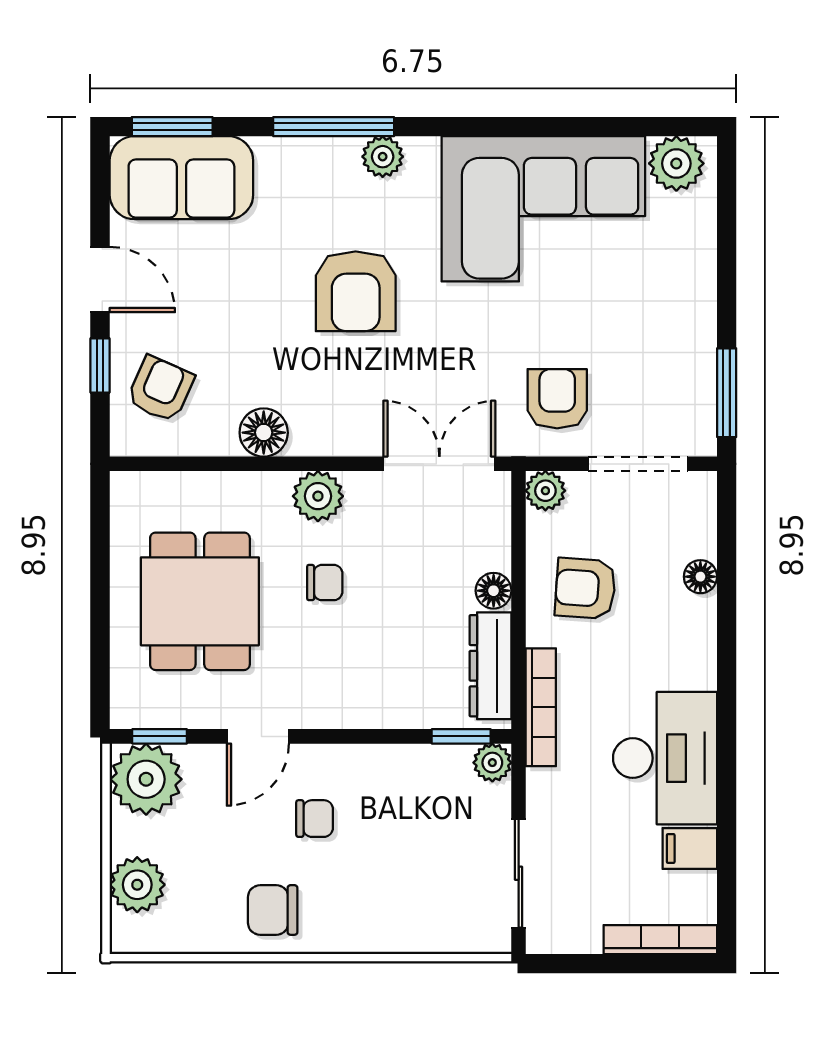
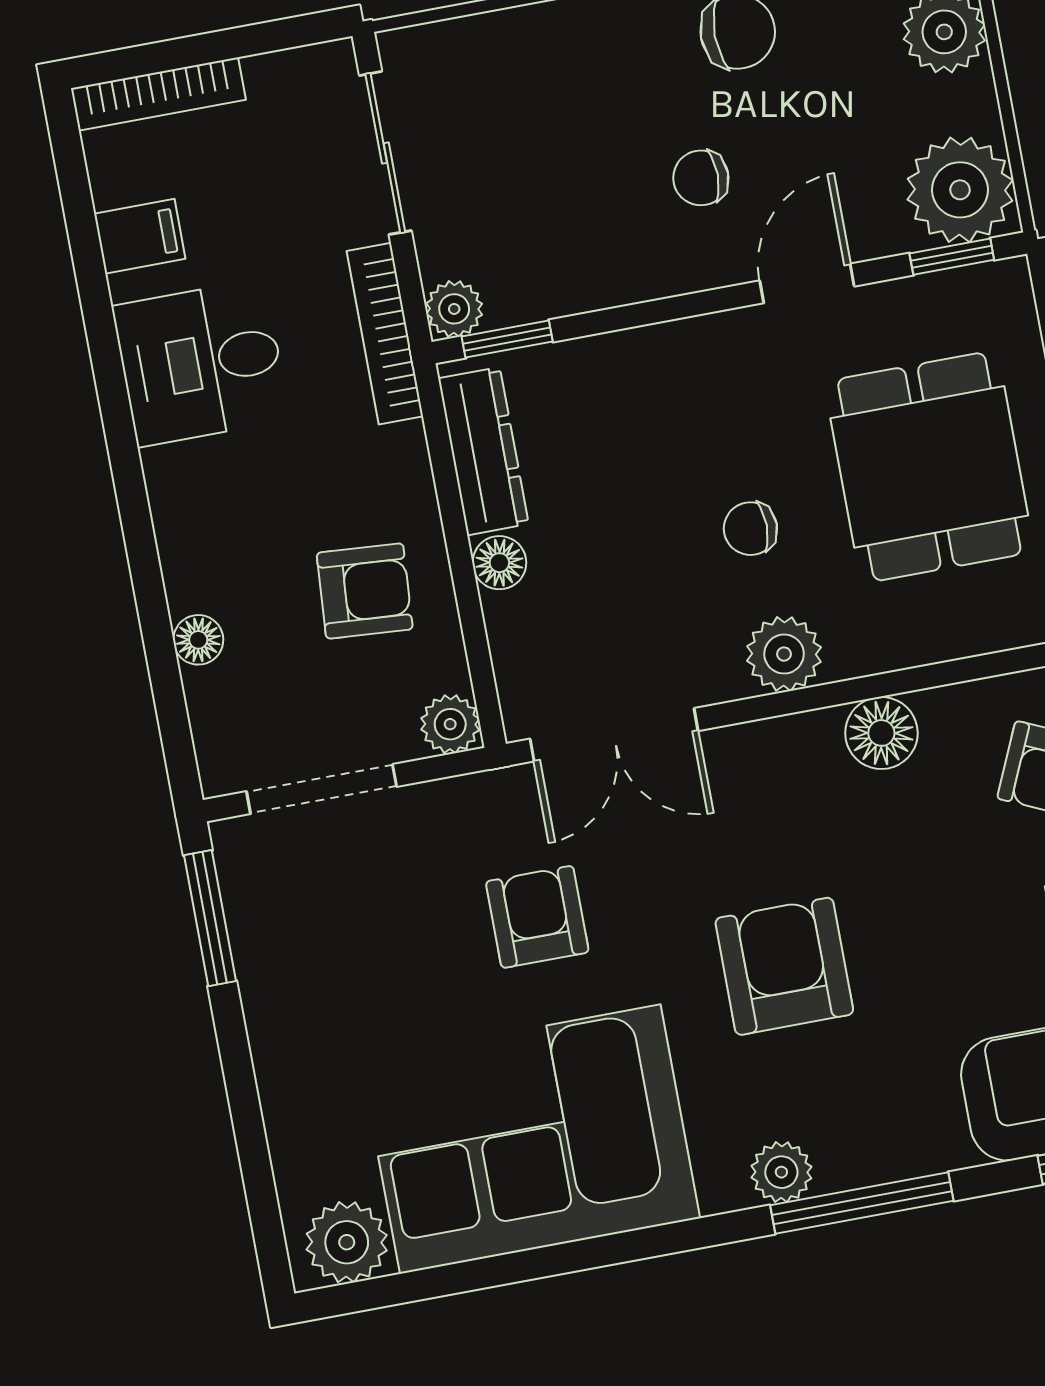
armchair: (557, 399) -> (537, 917), moved, turned 180
bookcase: (541, 707) -> (385, 334), moved
desk: (665, 758) -> (201, 363), width x0.73

